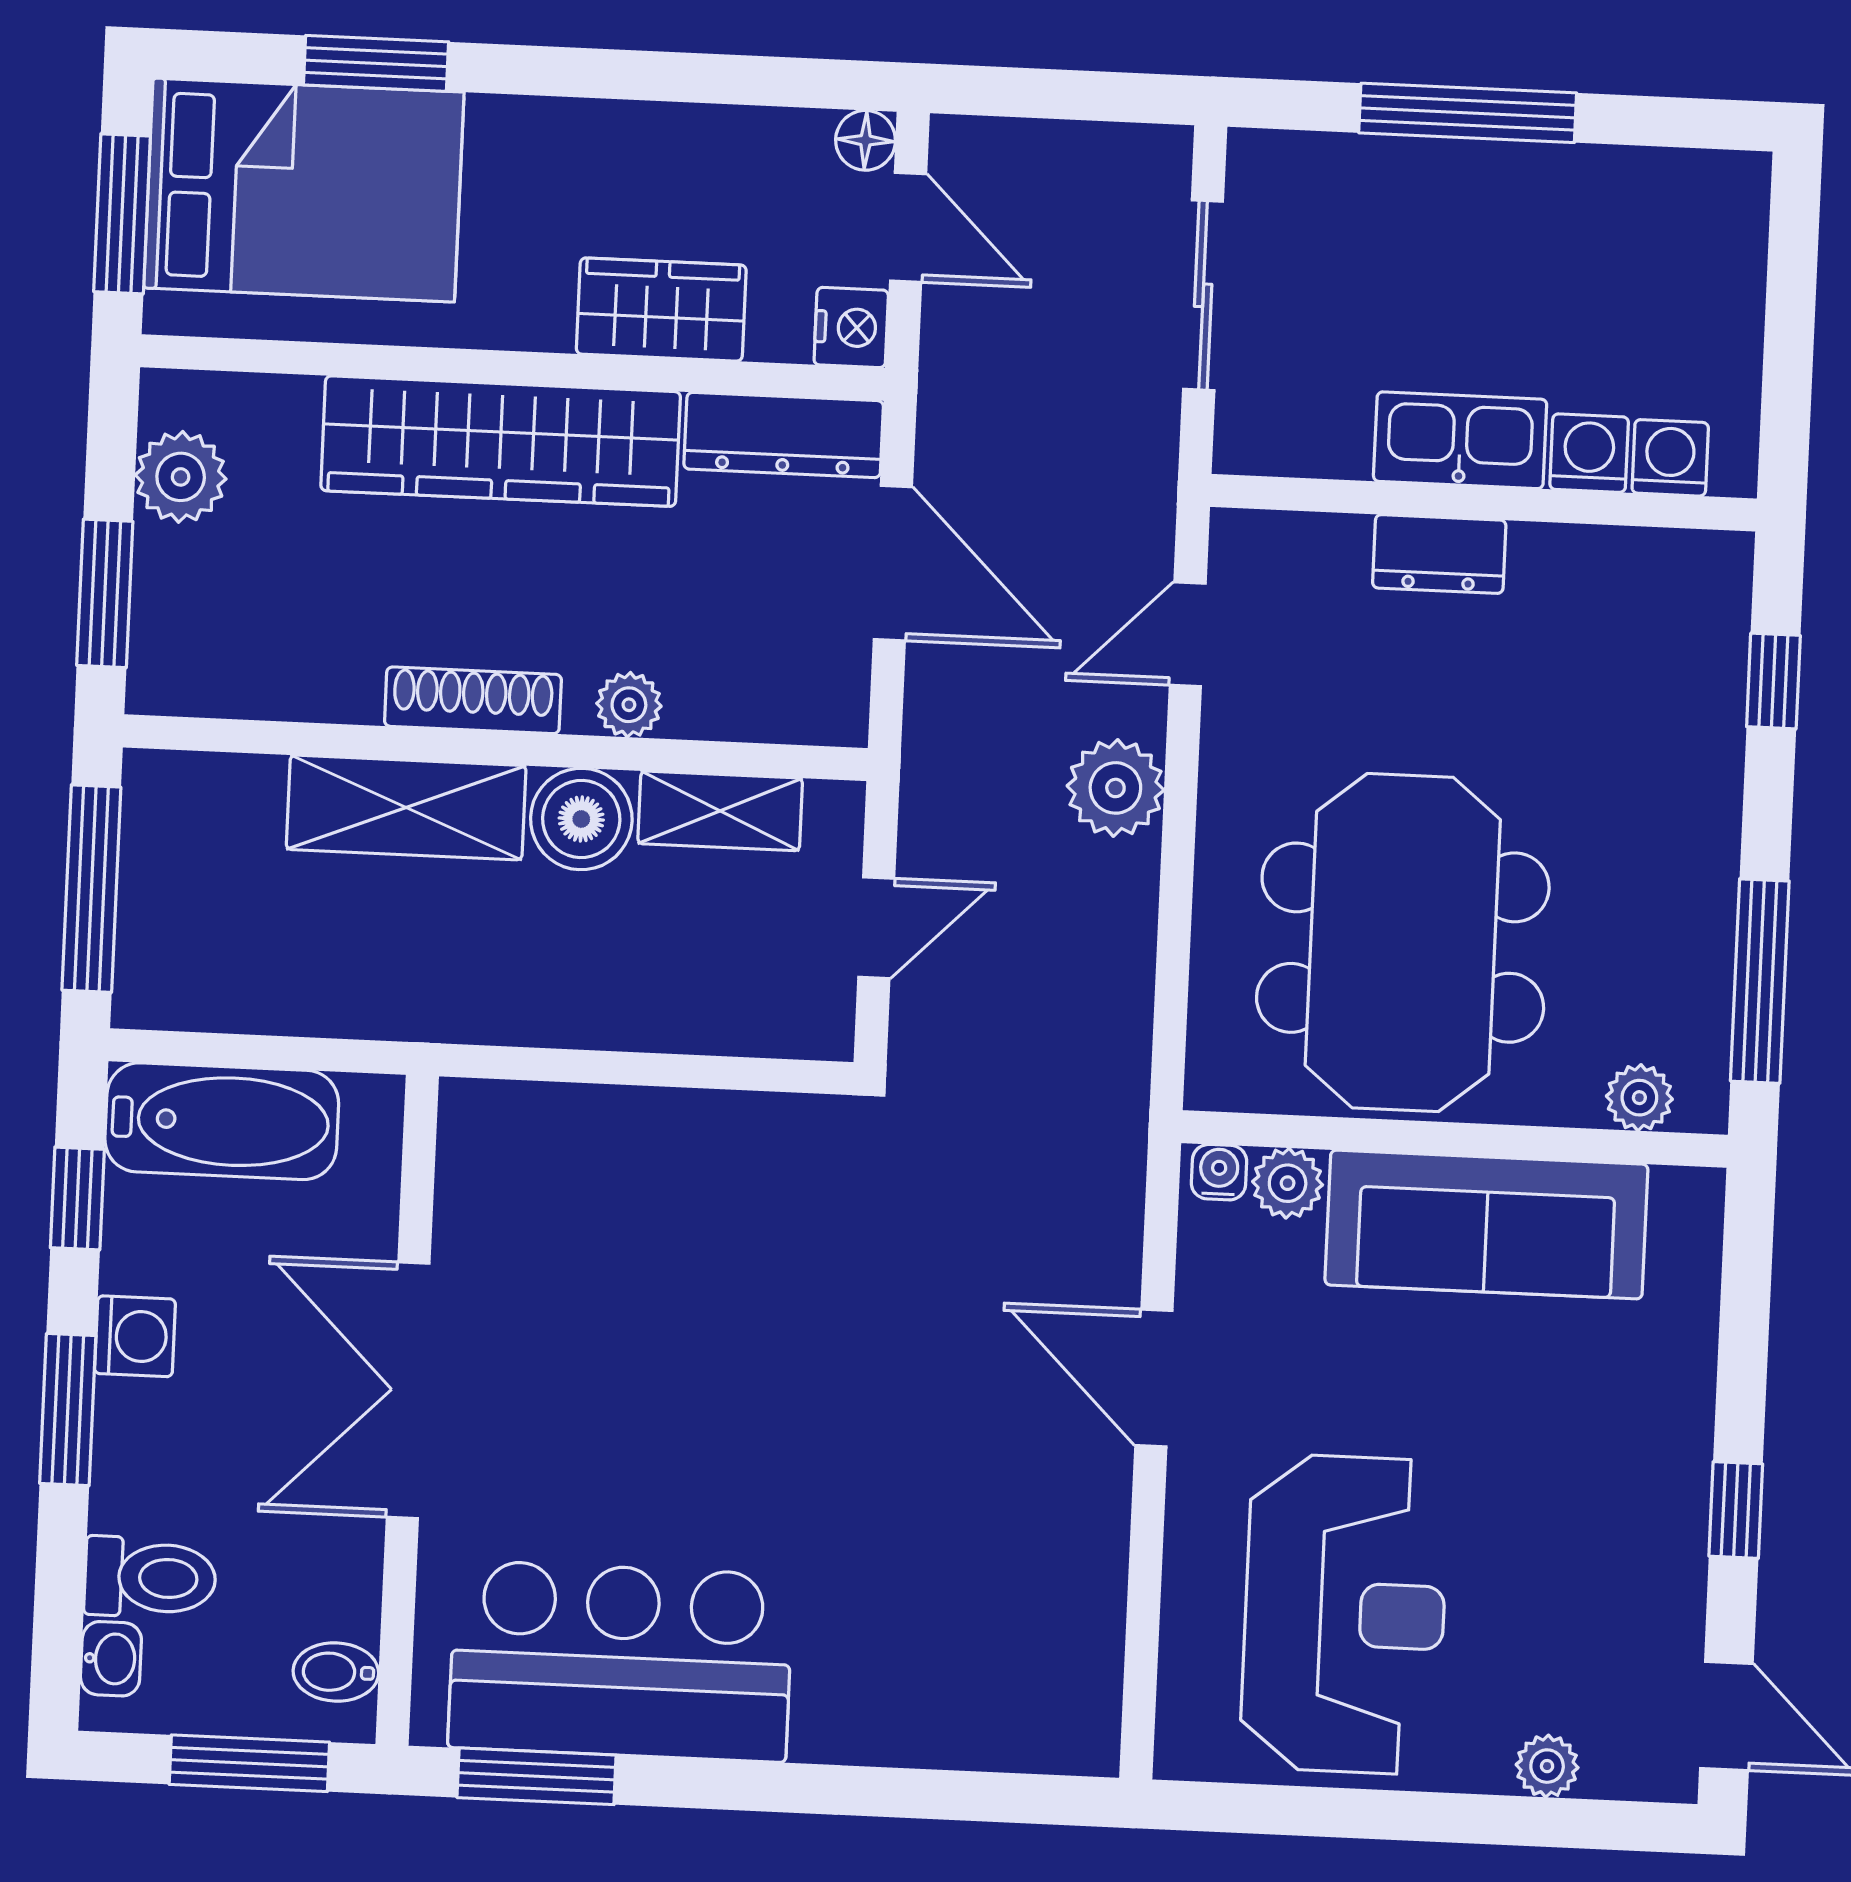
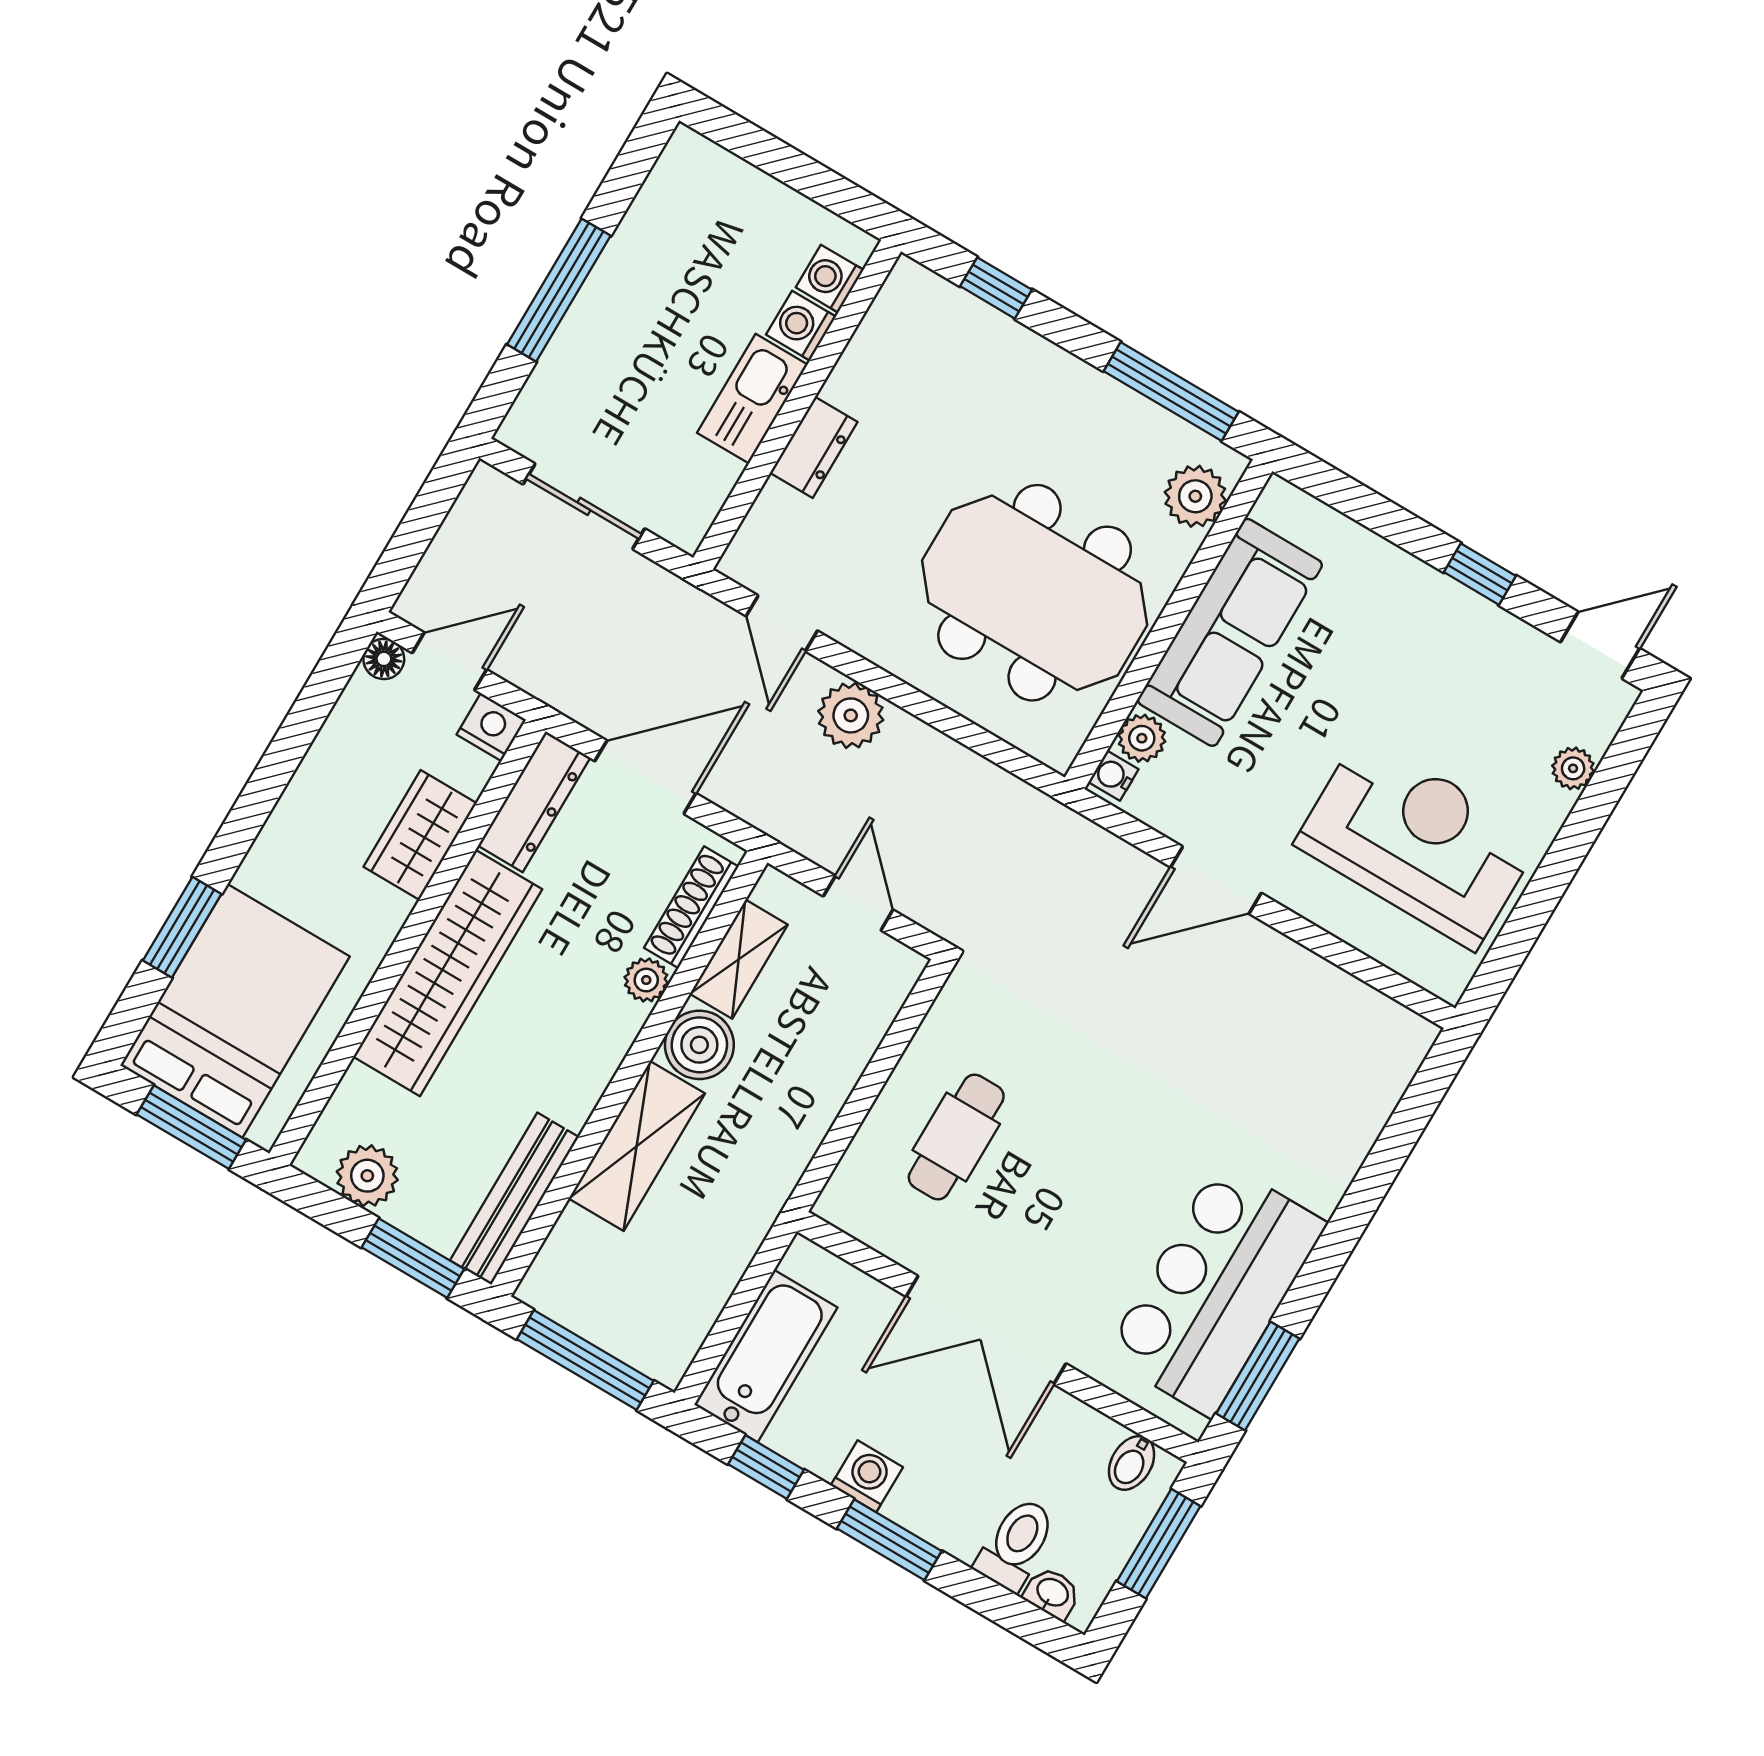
bench: (253, 685) -> (514, 1199), added
shoe rack: (473, 700) -> (691, 907), moved
plant: (1639, 1098) -> (1195, 496), width x1.38, depth x1.38
cafe table: (639, 1218) -> (956, 1137), added

